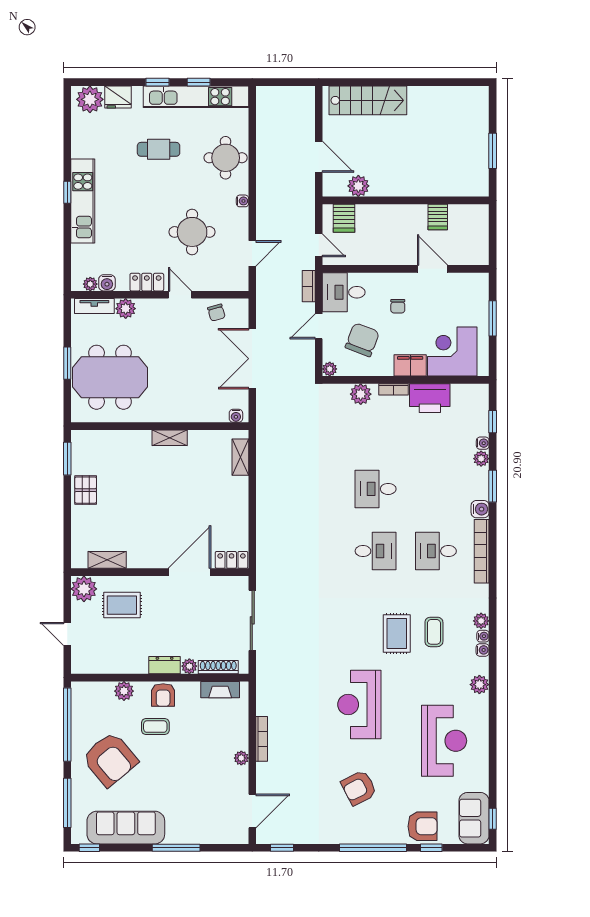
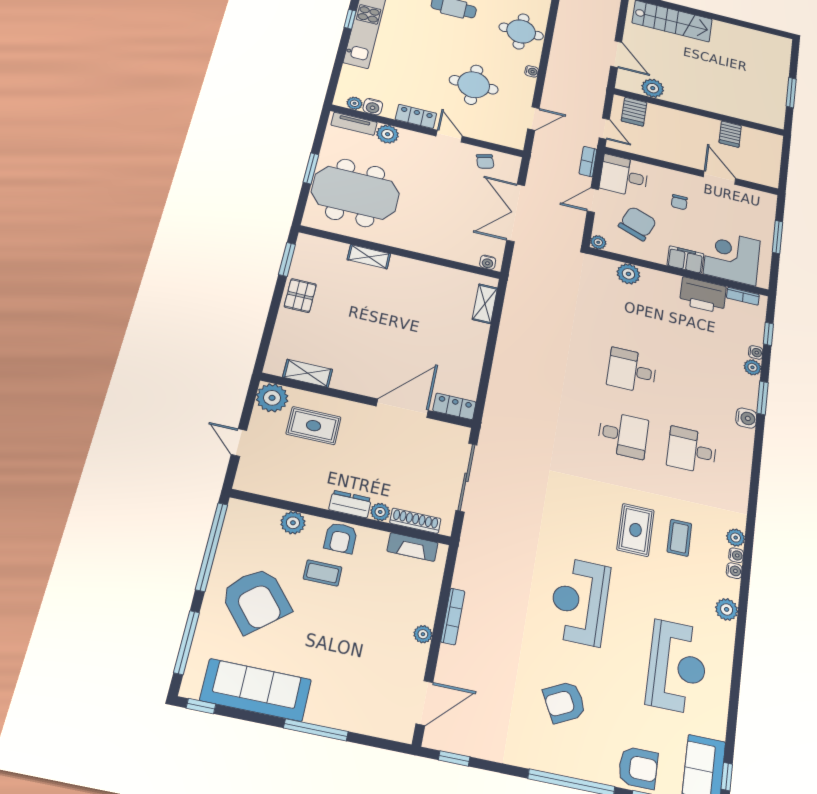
bookcase: (394, 389) -> (743, 296), moved
shelving: (170, 438) -> (369, 257), moved
bookcase: (482, 551) -> (744, 462), removed

